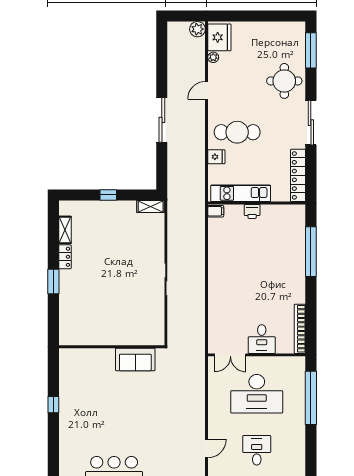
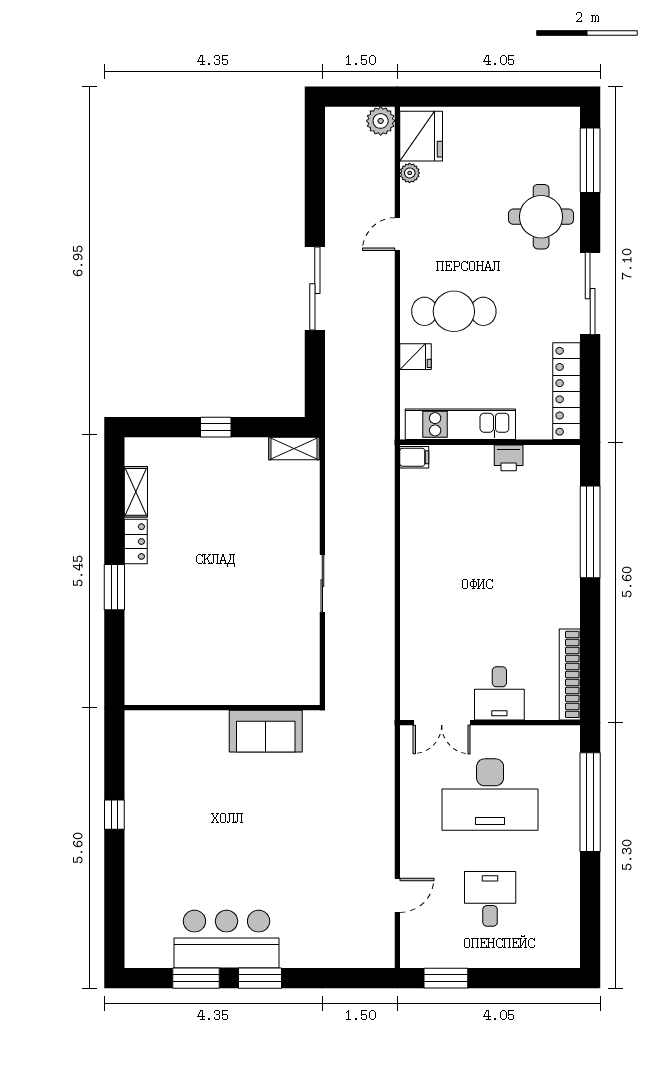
printer: (252, 211) -> (509, 458), moved

